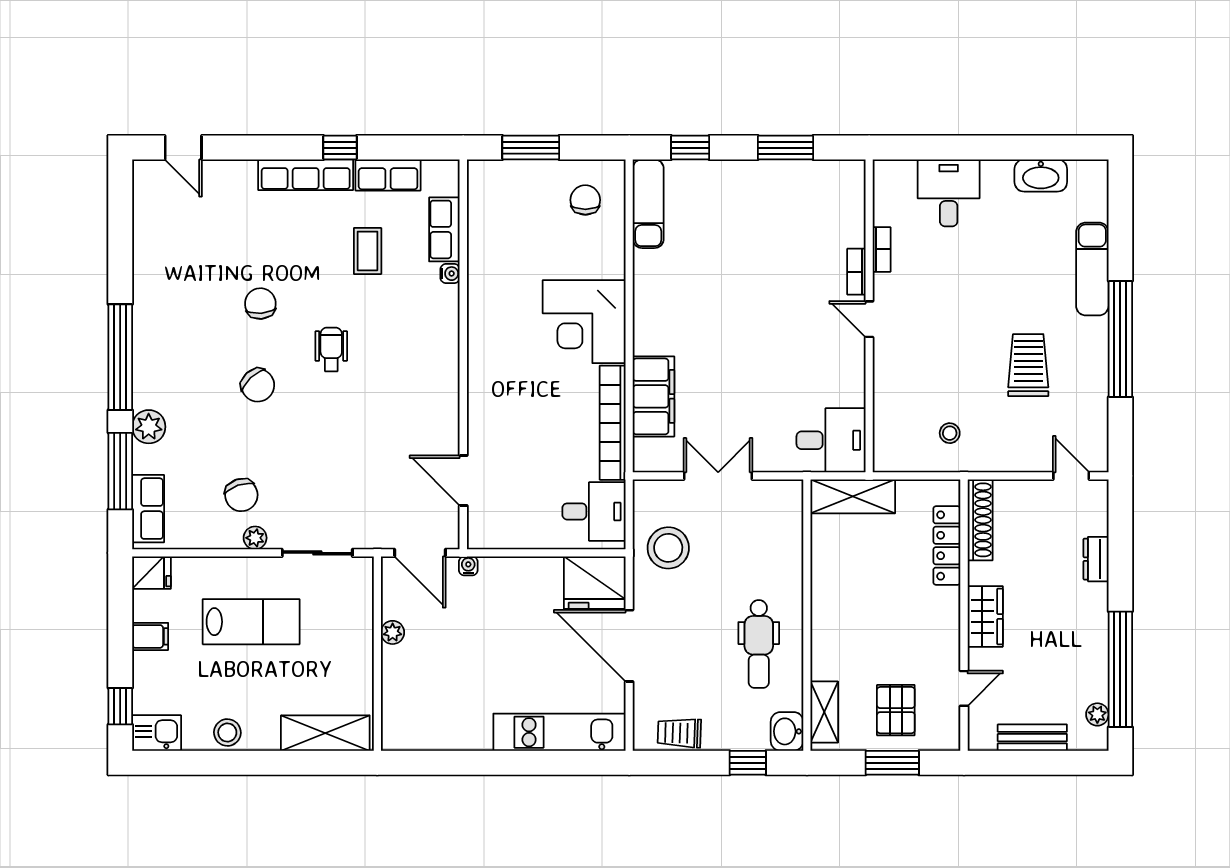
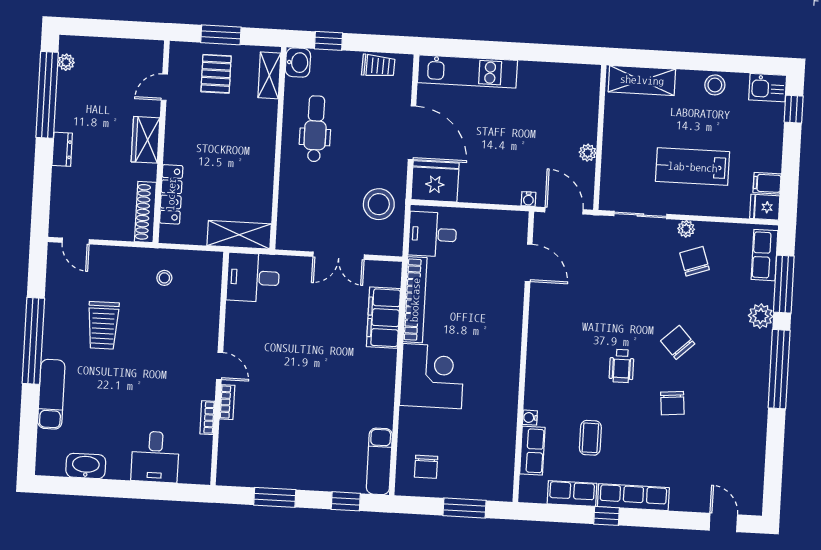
dresser: (1096, 559) -> (62, 149), moved
filing cabinet: (150, 636) -> (767, 183), moved
bench: (1032, 738) -> (116, 48), removed

